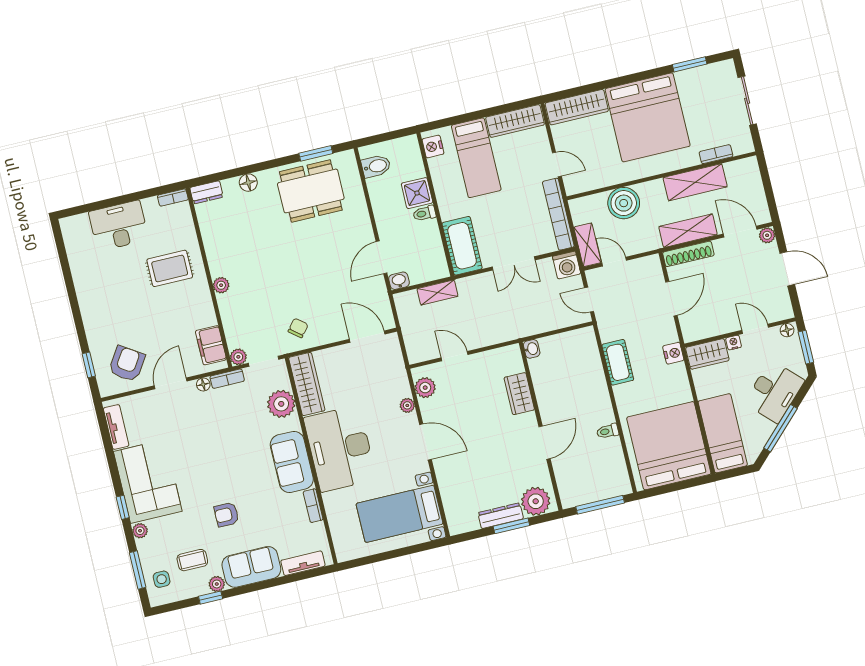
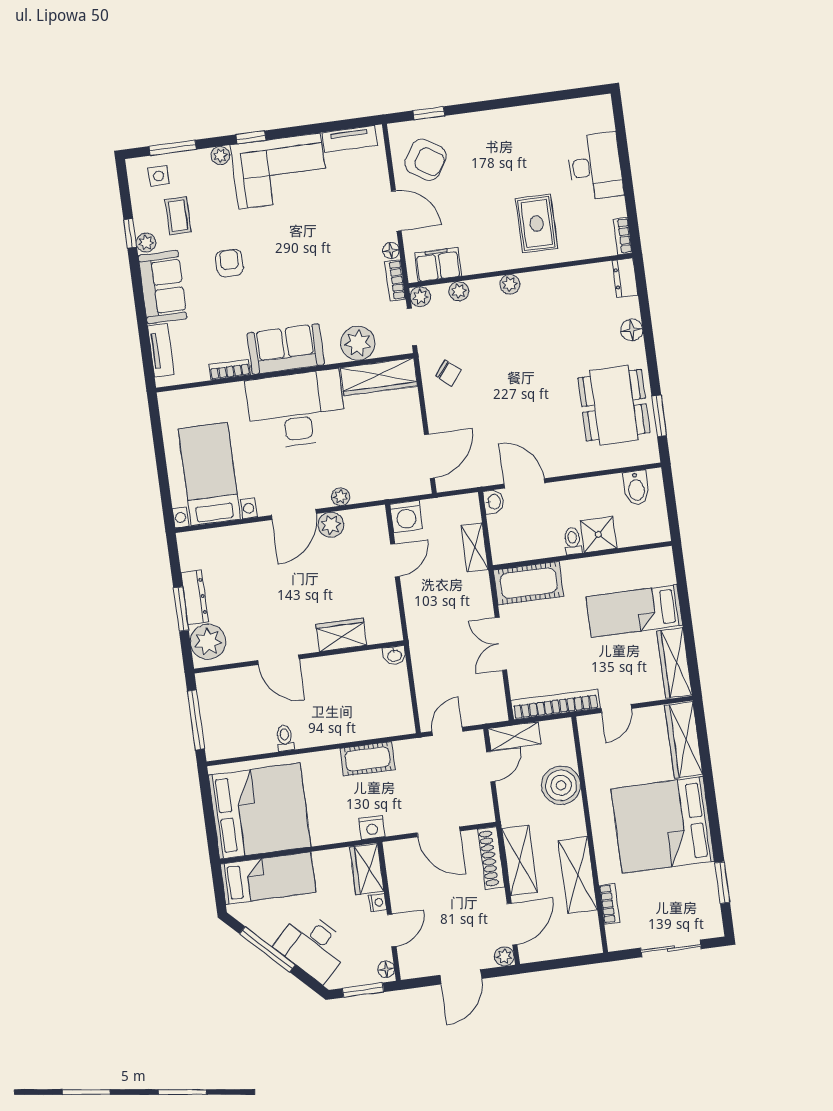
nightstand: (433, 146) -> (653, 560), removed
washing machine: (567, 265) -> (406, 516), moved, turned -90
plant: (231, 326) -> (459, 291), added
plant: (425, 388) -> (331, 525), moved

